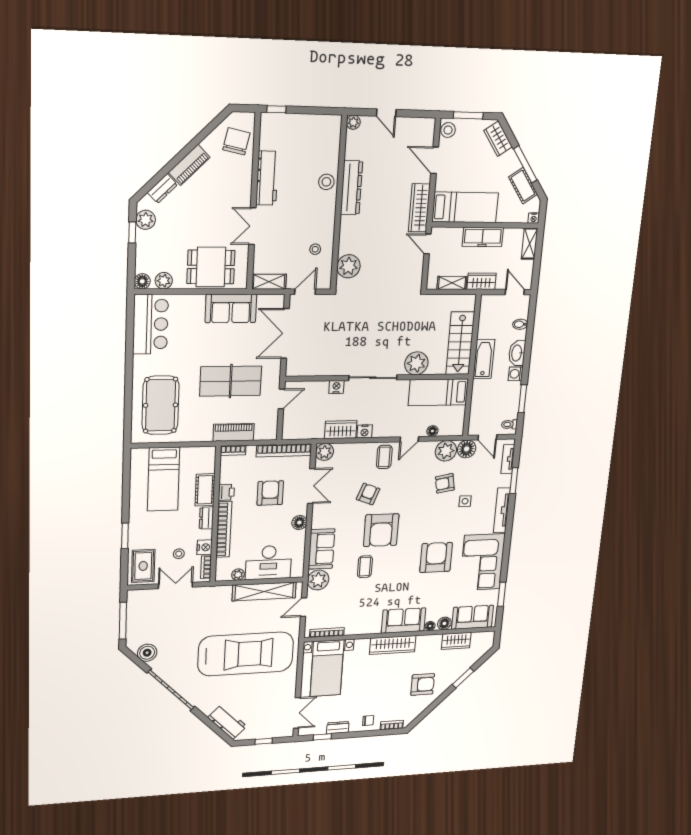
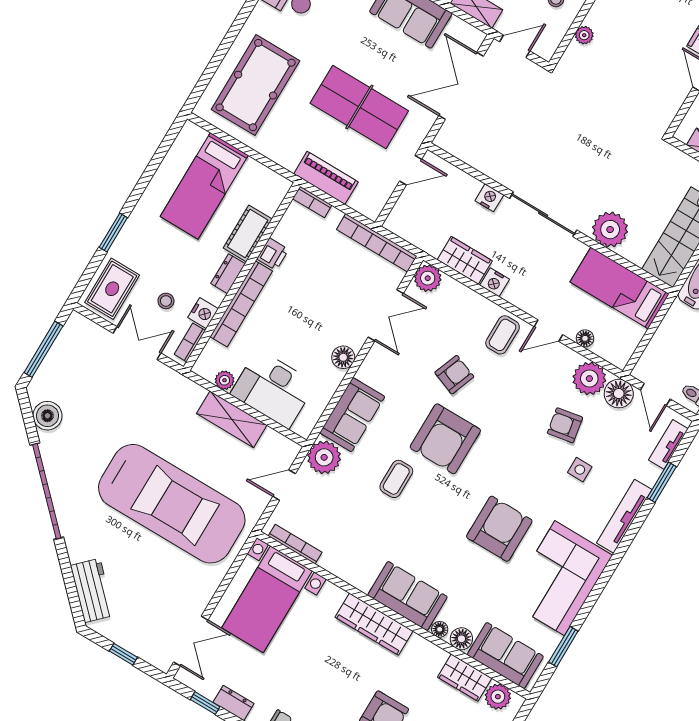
plant: (349, 266) -> (584, 35), width x0.53, depth x0.53
armchair: (270, 493) -> (328, 291), removed
shelving: (264, 591) -> (232, 419), width x0.68
plant: (479, 639) -> (498, 697), added

